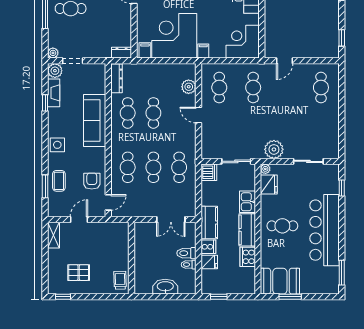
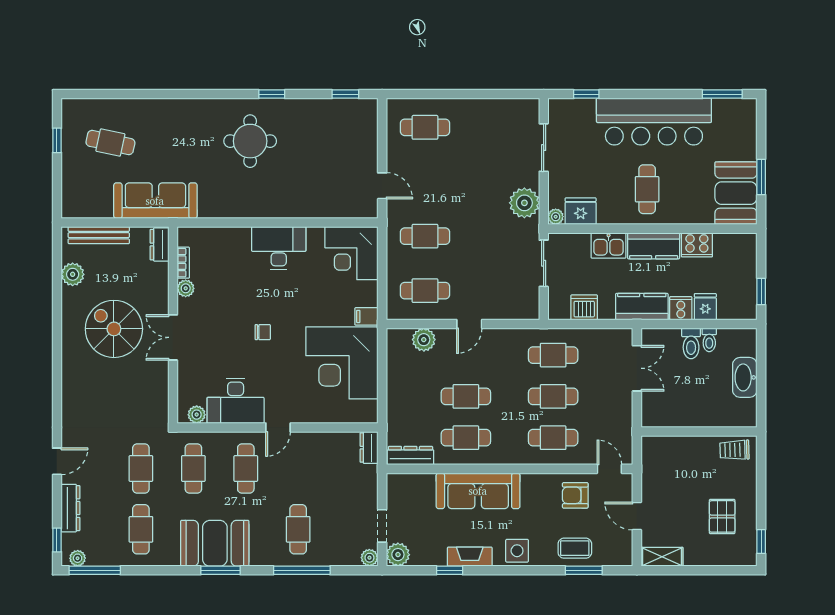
filing cabinet: (145, 50) -> (366, 410), removed
fireplace: (54, 93) -> (470, 557), moved
dishwasher: (209, 172) -> (584, 307), moved

